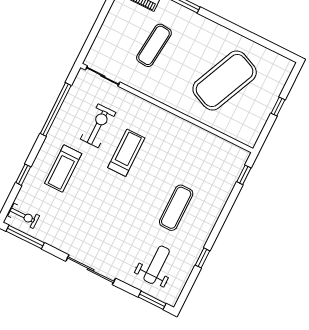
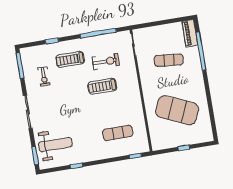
treadmill: (126, 153) -> (102, 86), turned 180
exercise mat: (176, 208) -> (118, 133), moved
exercise bike: (24, 216) -> (44, 76), moved
weight bench: (157, 265) -> (55, 145), width x1.36, depth x1.33

